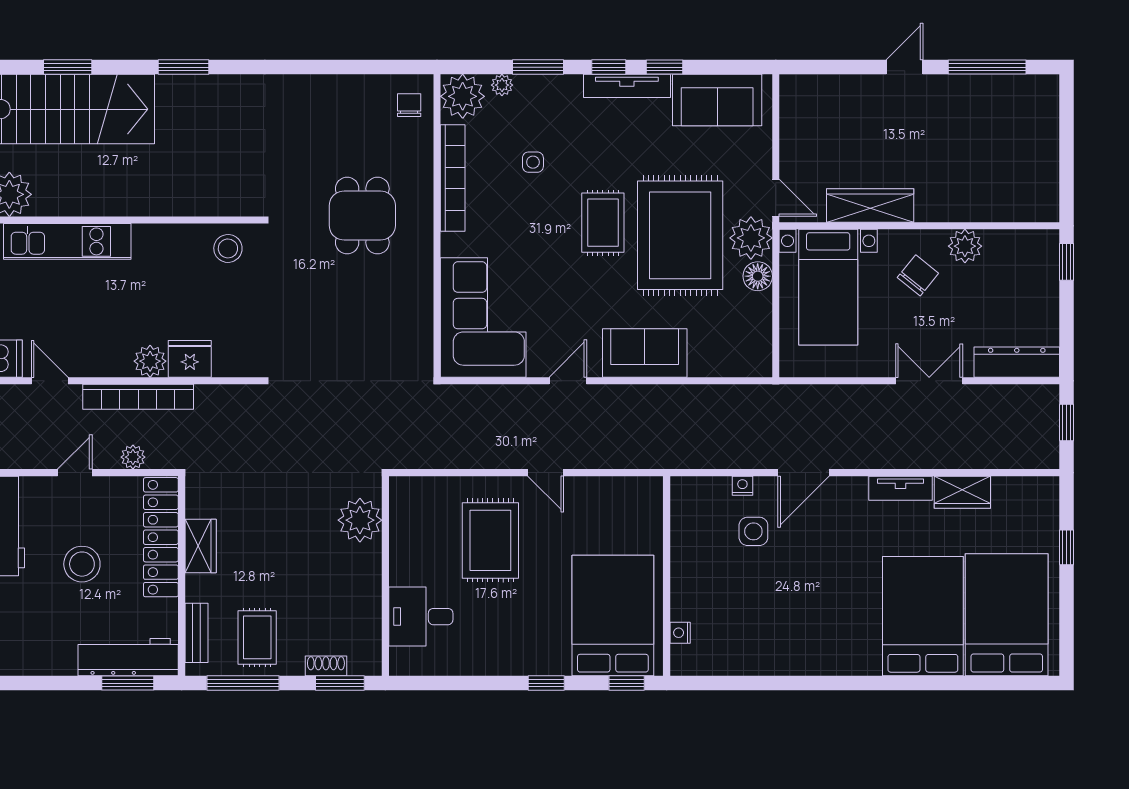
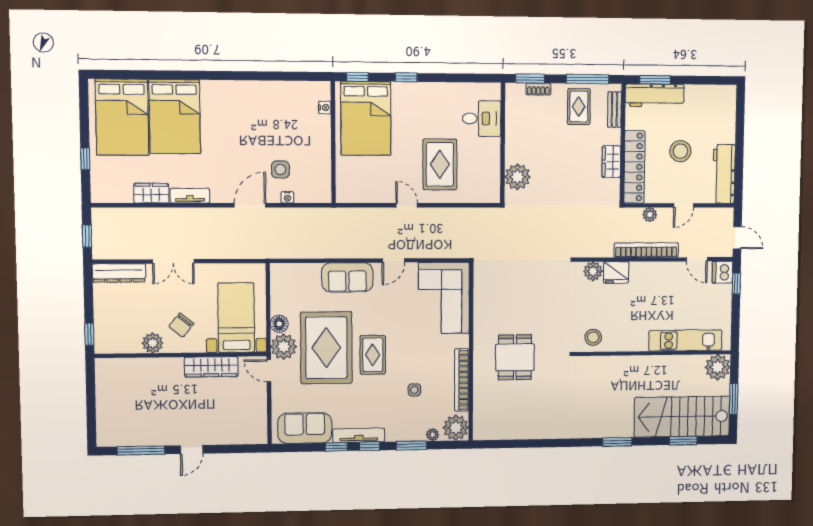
chair: (409, 105) -> (487, 422), removed
plant: (150, 361) -> (593, 271), moved

